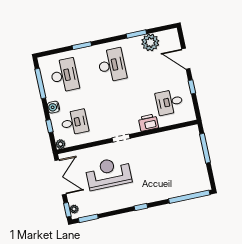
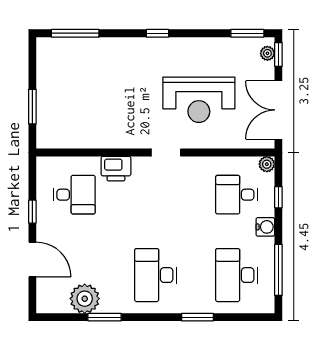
window: (205, 148) -> (32, 107), width x0.69
window: (189, 197) -> (75, 33), width x0.68

